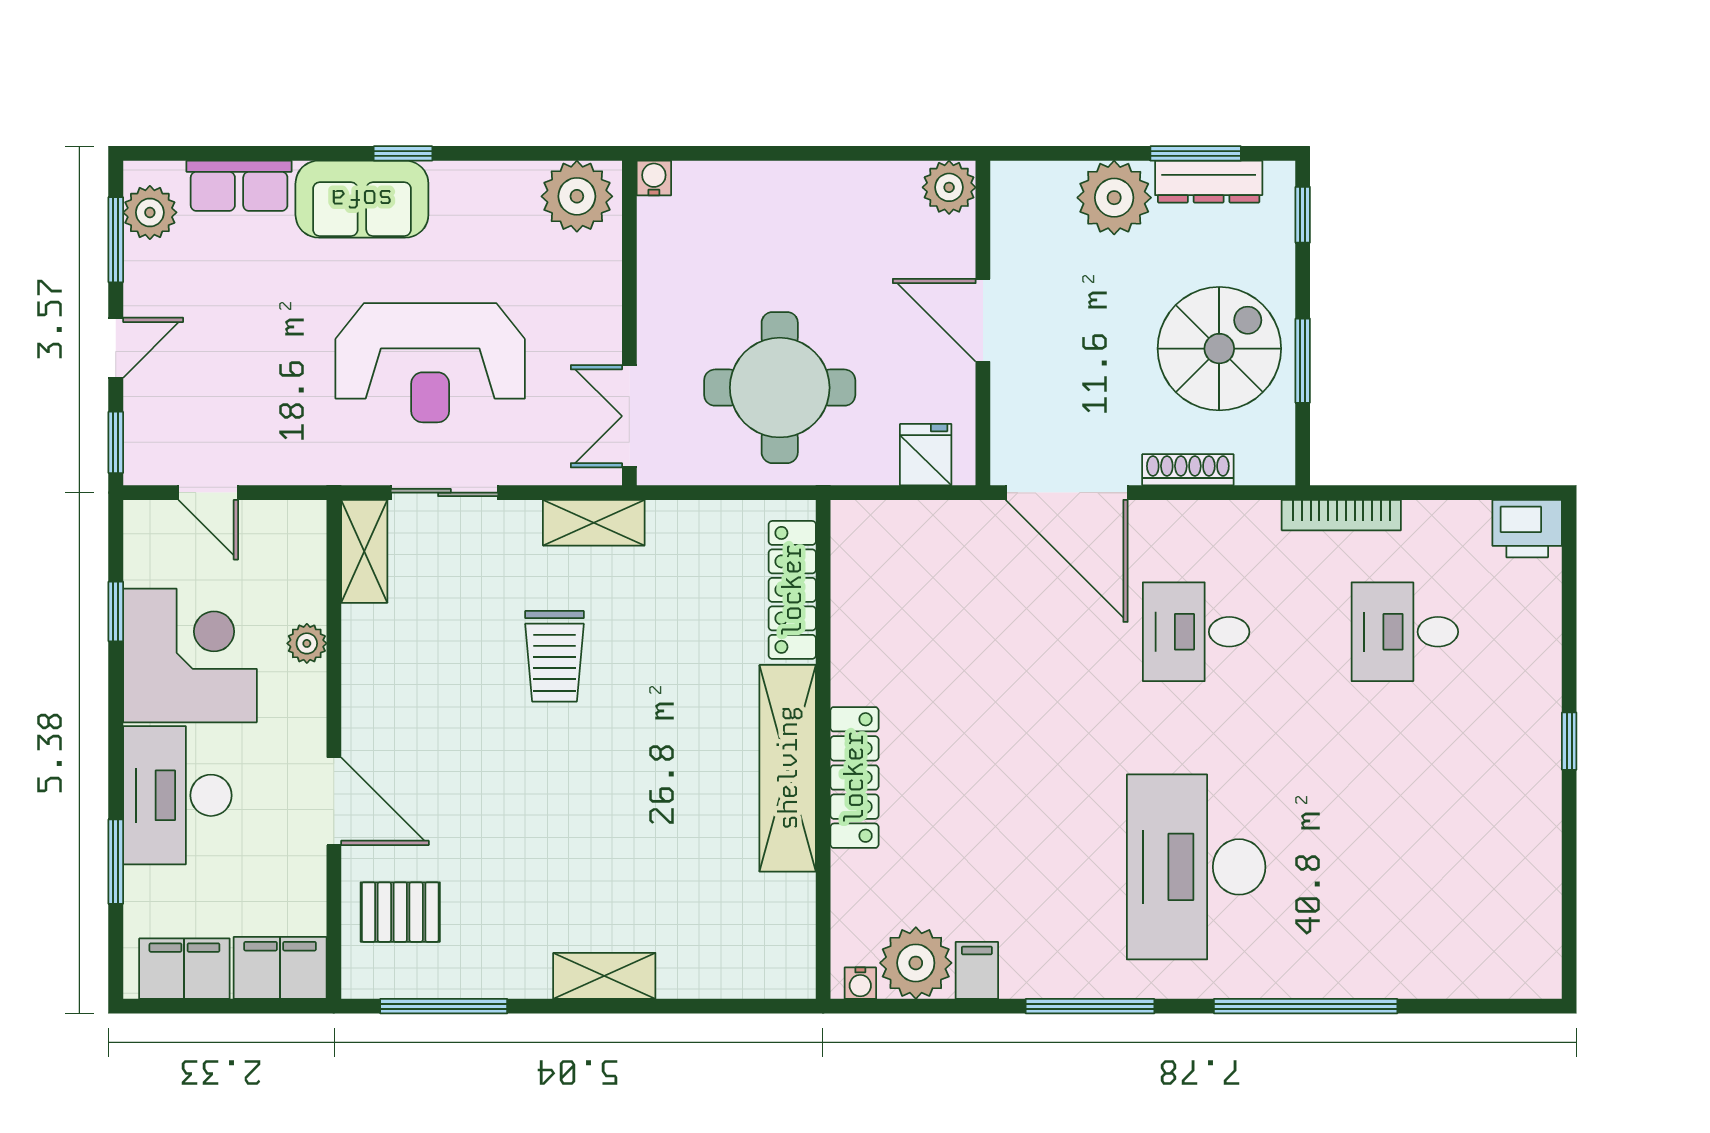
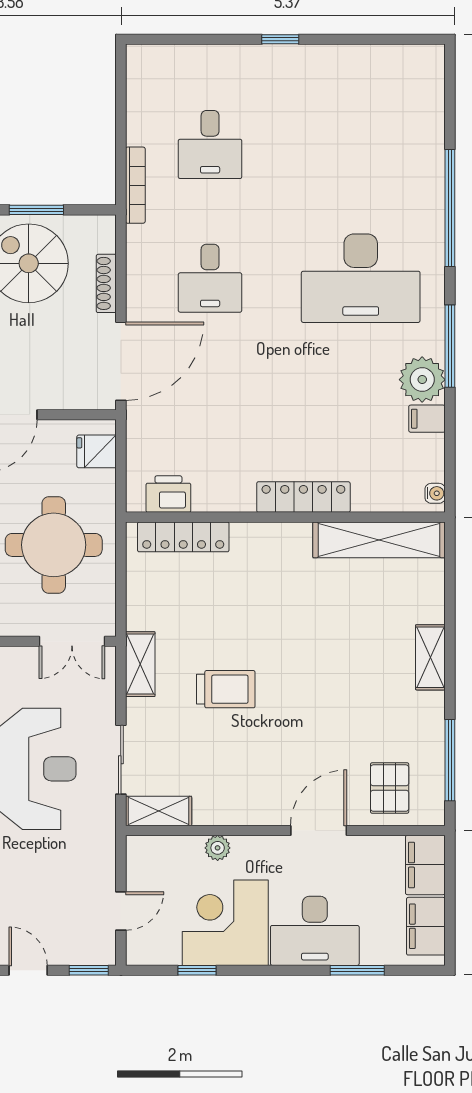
printer: (1527, 529) -> (168, 494), moved, turned -90
shelving: (788, 768) -> (379, 540), moved
plant: (916, 963) -> (422, 380), moved

